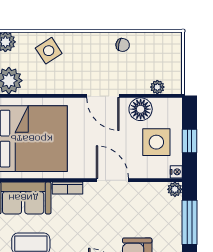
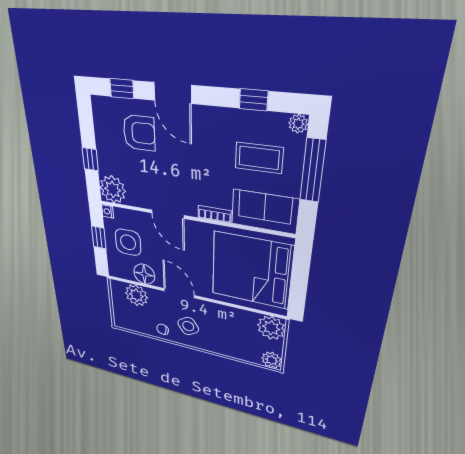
side table: (49, 51) -> (188, 326), moved
plant: (157, 87) -> (136, 295), width x1.88, depth x1.88
plant: (175, 189) -> (113, 189), width x1.87, depth x1.87
window: (189, 222) -> (90, 159), width x0.46

